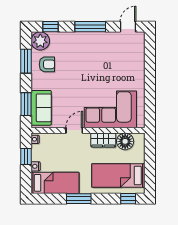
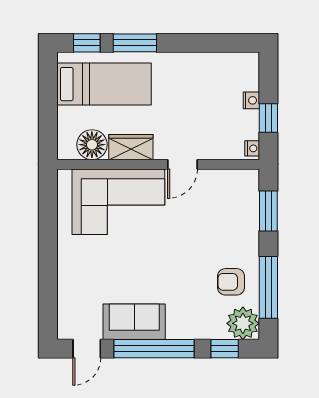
window: (90, 27) -> (154, 349), width x1.46
window: (26, 61) -> (268, 287), width x1.44
sofa: (41, 108) -> (134, 322), moved, turned 90
bed: (55, 183) -> (217, 71), removed
window: (79, 199) -> (135, 43), moved

